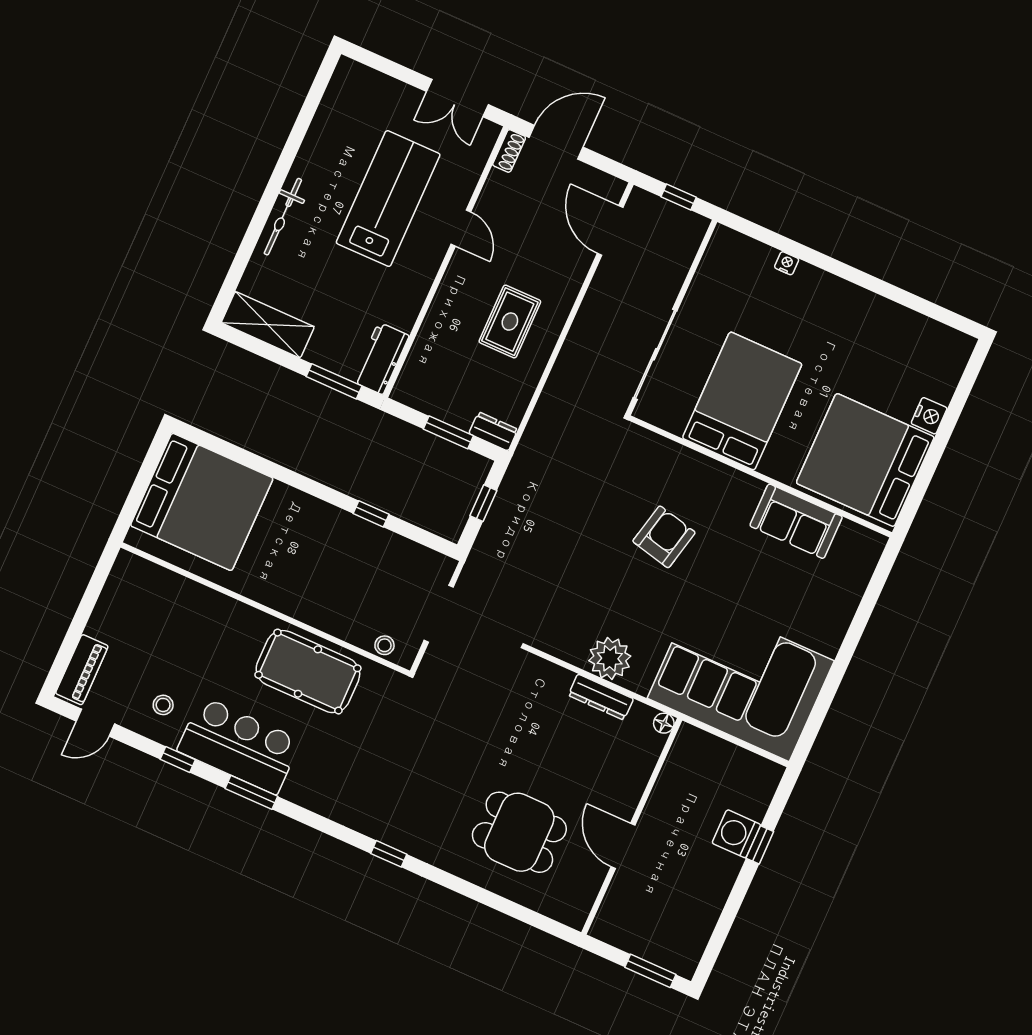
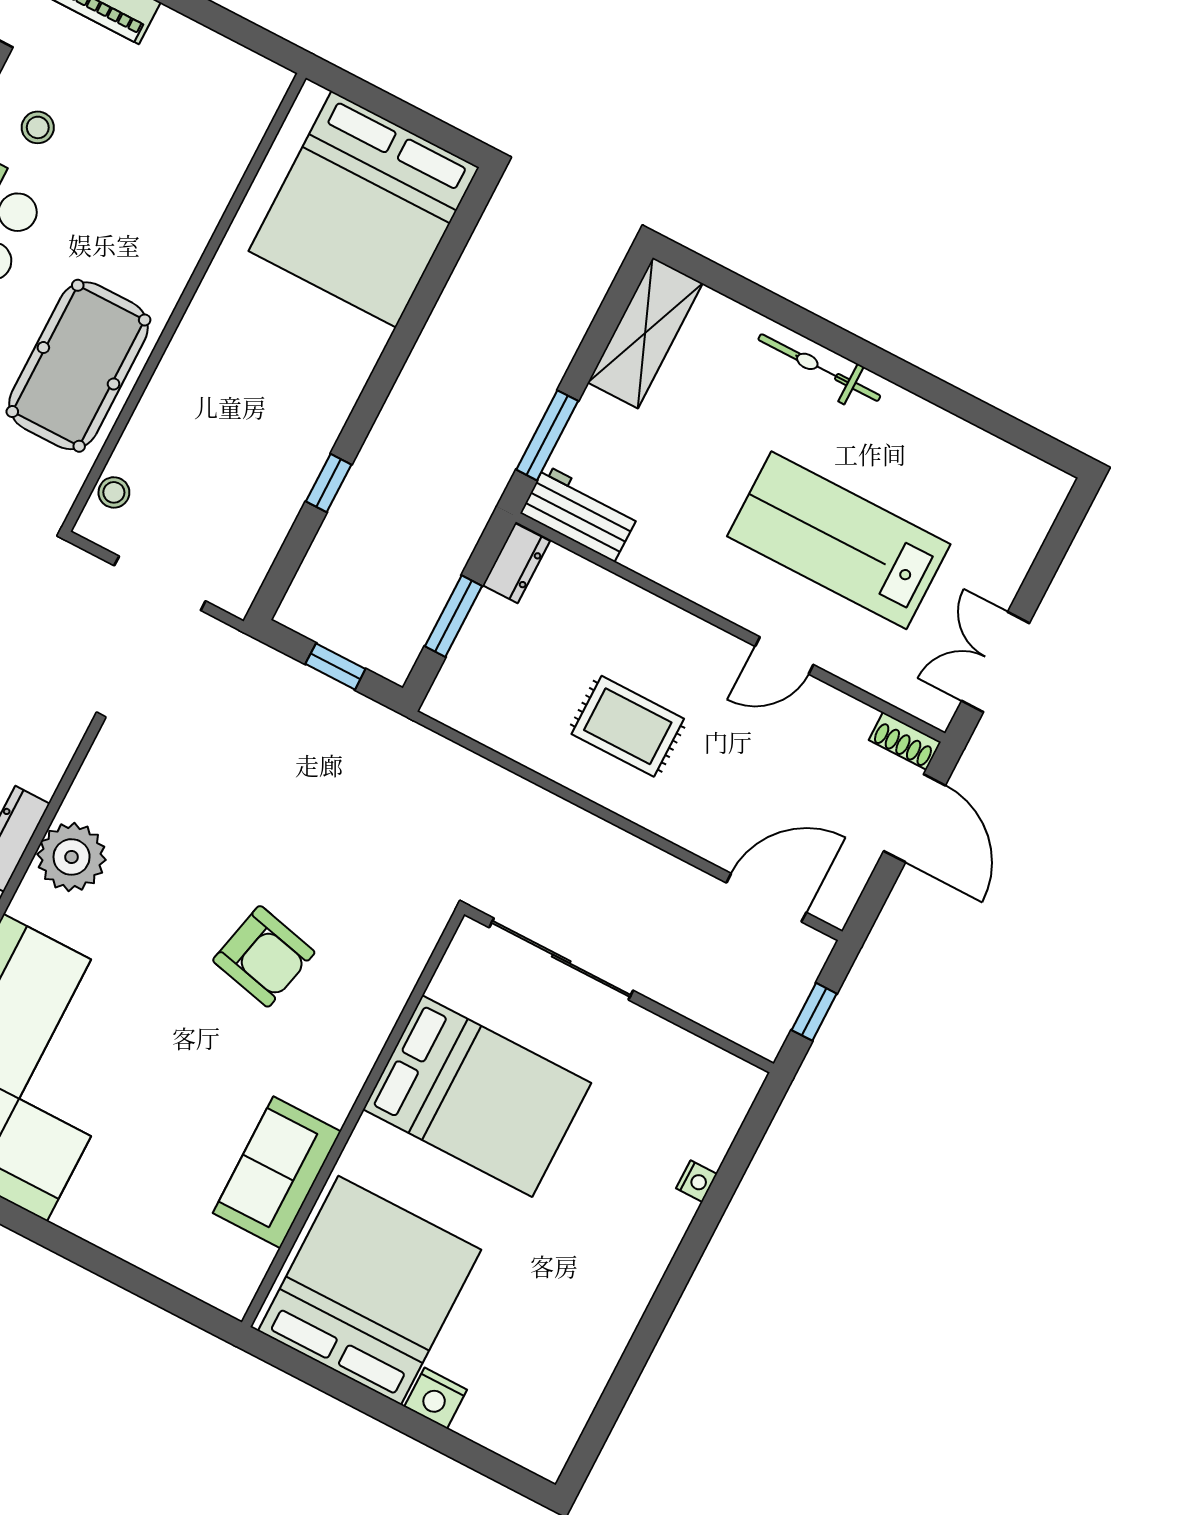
lab bench: (388, 199) -> (839, 540), turned 180
dresser: (493, 431) -> (516, 563), moved

